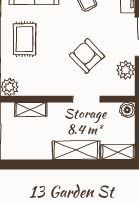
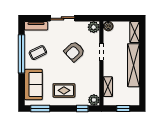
plant: (126, 70) -> (94, 27), moved
shelving: (76, 150) -> (133, 65), width x1.47

